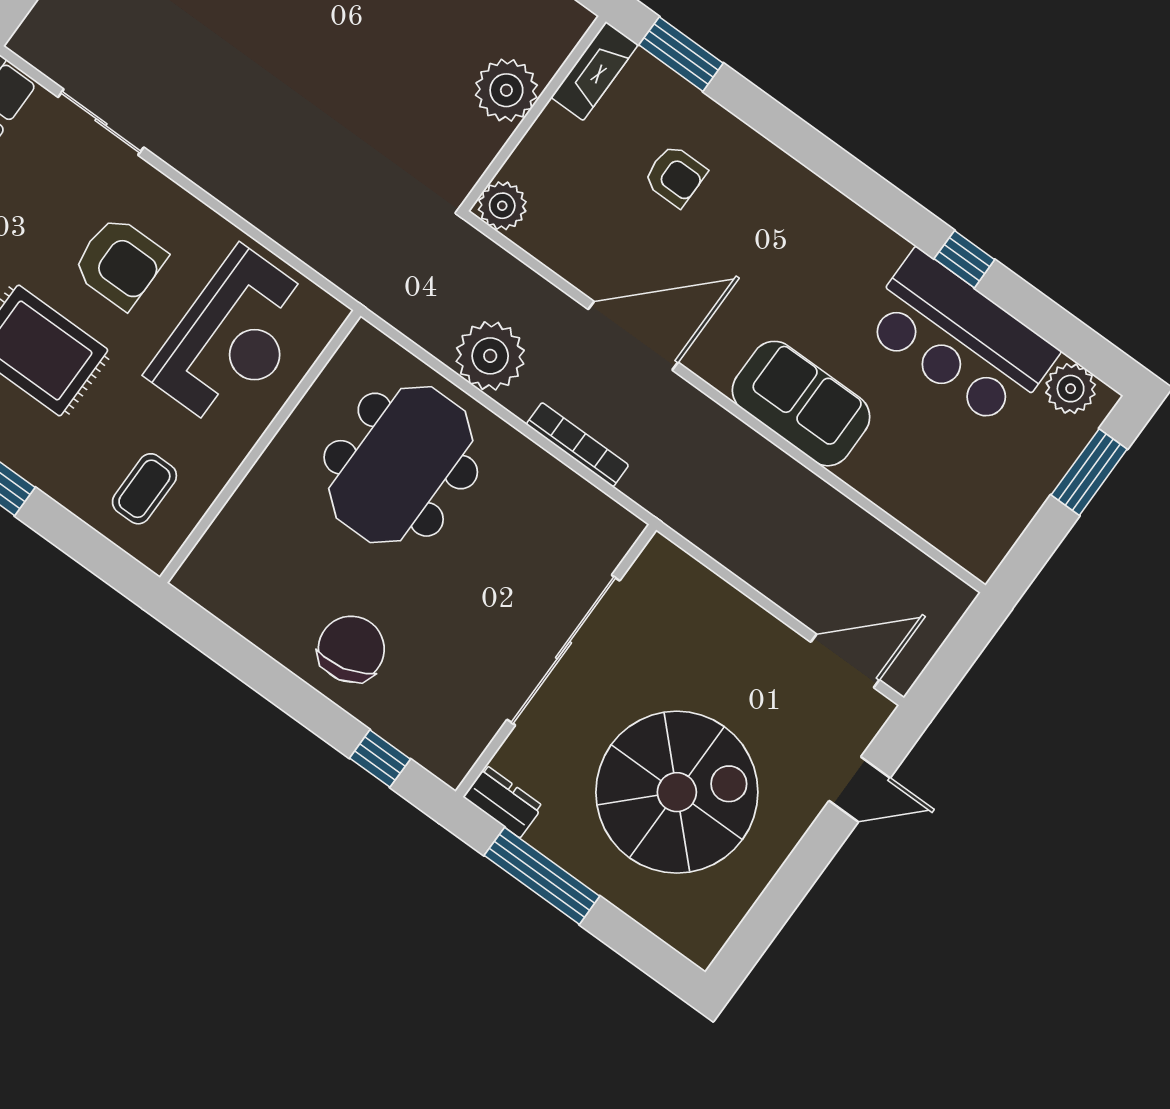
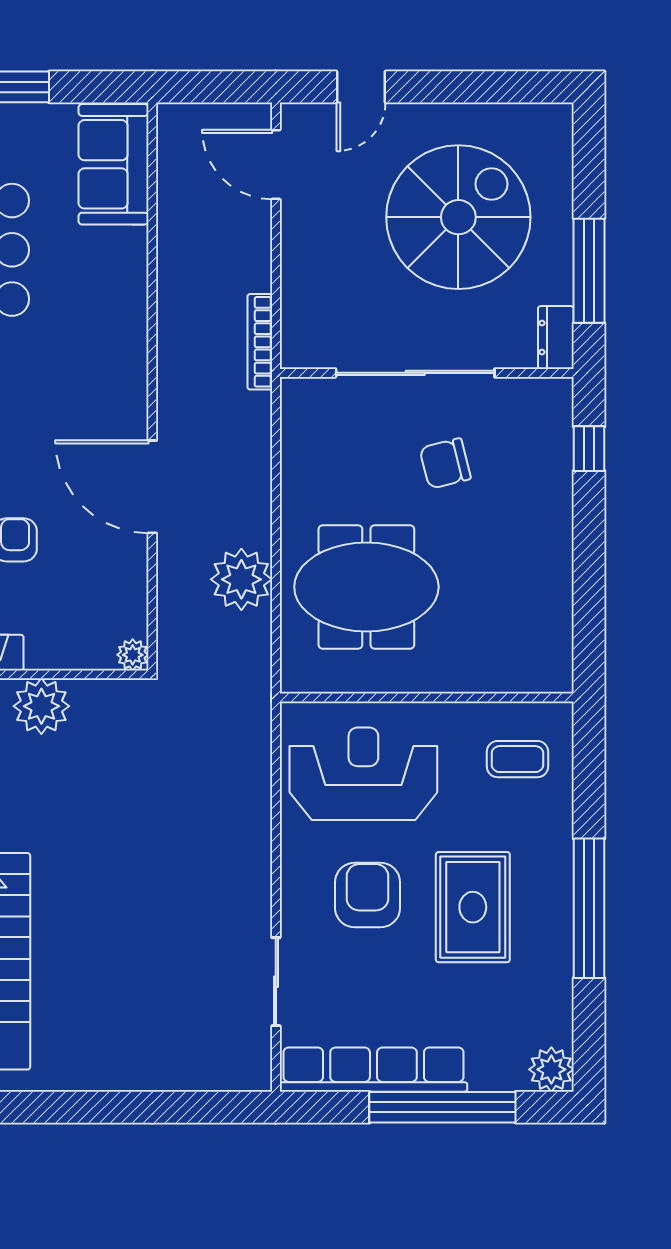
plant: (502, 206) -> (133, 655), width x0.73, depth x0.73
sofa: (801, 404) -> (114, 164), moved
bookcase: (577, 445) -> (260, 342), moved
chair: (351, 649) -> (445, 463), moved, width x0.73, depth x0.73
door: (860, 789) -> (361, 87), swing flipped
spiral stairs: (677, 792) -> (458, 217), turned 90

